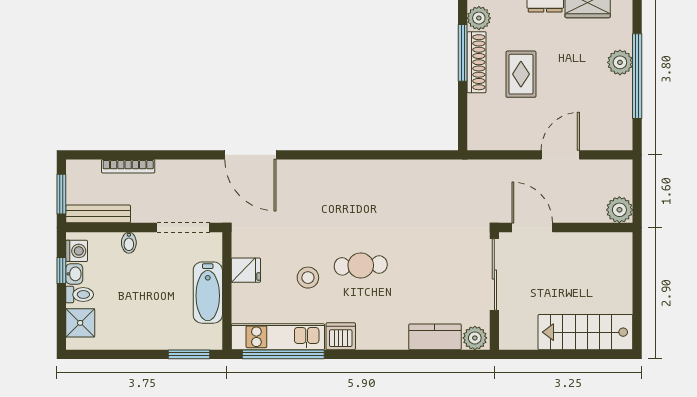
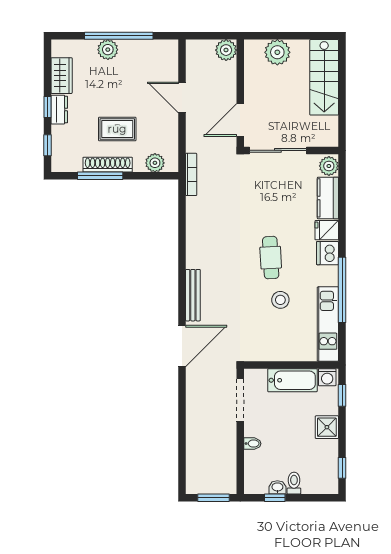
plant: (479, 18) -> (155, 163), moved
bookcase: (128, 166) -> (191, 174), moved
bench: (98, 214) -> (193, 295), moved
washing machine: (77, 251) -> (327, 377), moved, turned 180
fridge: (246, 270) -> (327, 230), moved, turned -90
plant: (617, 274) -> (277, 52), added
shower: (80, 323) -> (327, 427), moved
dishwasher: (341, 336) -> (327, 253), moved
window: (99, 354) -> (342, 468), added
window: (189, 354) -> (342, 395), width x0.67
window: (283, 354) -> (342, 290), moved

